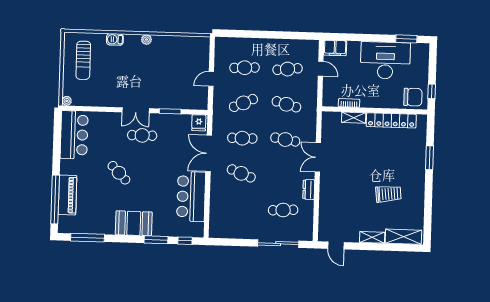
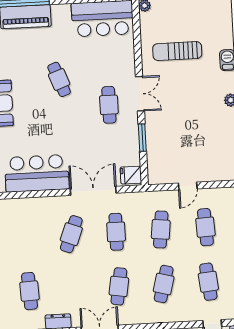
sun lounger: (83, 60) -> (177, 51), moved
door: (211, 79) -> (188, 186), swing flipped
cafe table: (243, 103) -> (161, 229), turned 30
double door: (136, 110) -> (140, 94), swing flipped
cafe table: (119, 173) -> (59, 79), turned -66

